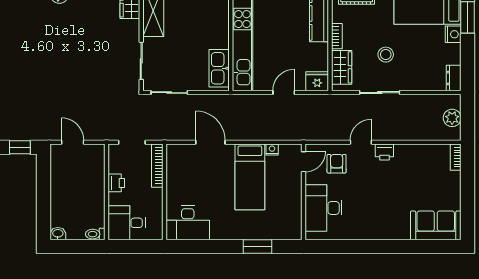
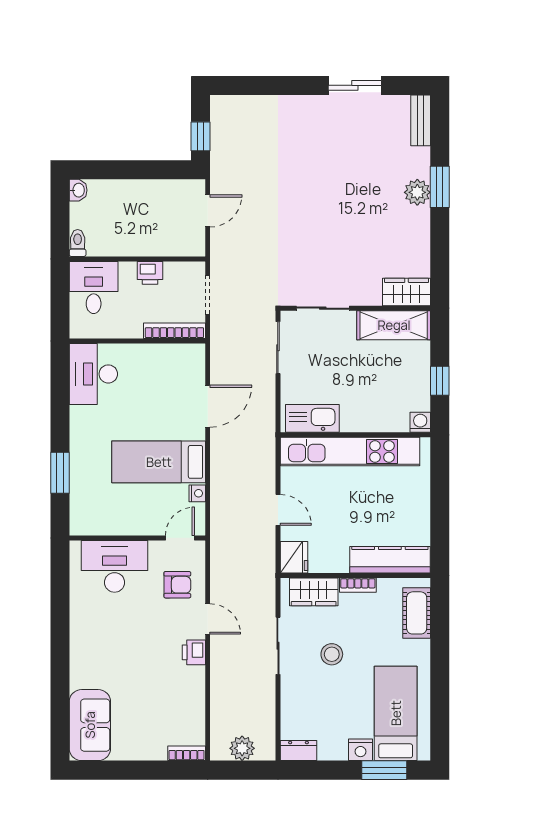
door: (304, 162) -> (180, 538), swing flipped

